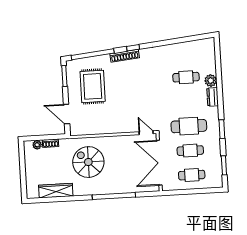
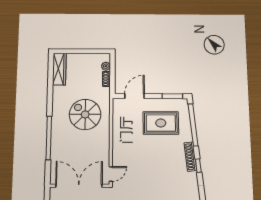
spiral stairs: (88, 162) -> (85, 114), turned -90
wardrobe: (56, 191) -> (59, 69), moved

